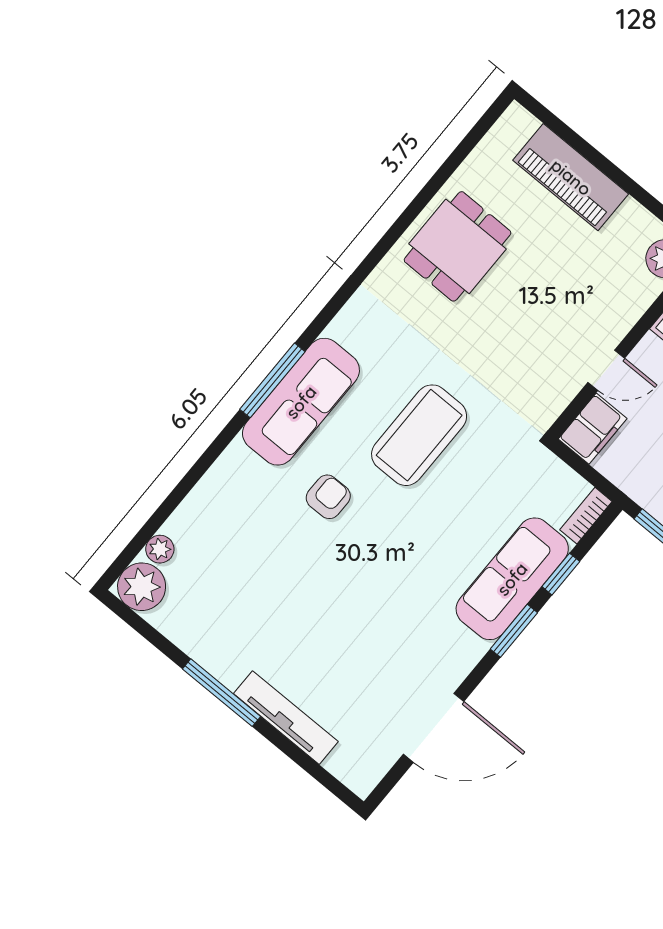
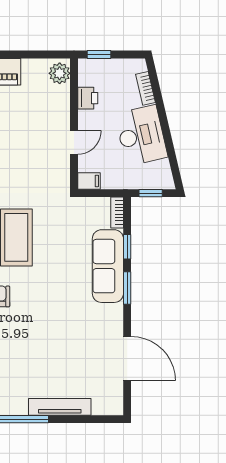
filing cabinet: (593, 429) -> (89, 181), width x0.50
door: (434, 728) -> (127, 359), hinge flipped

